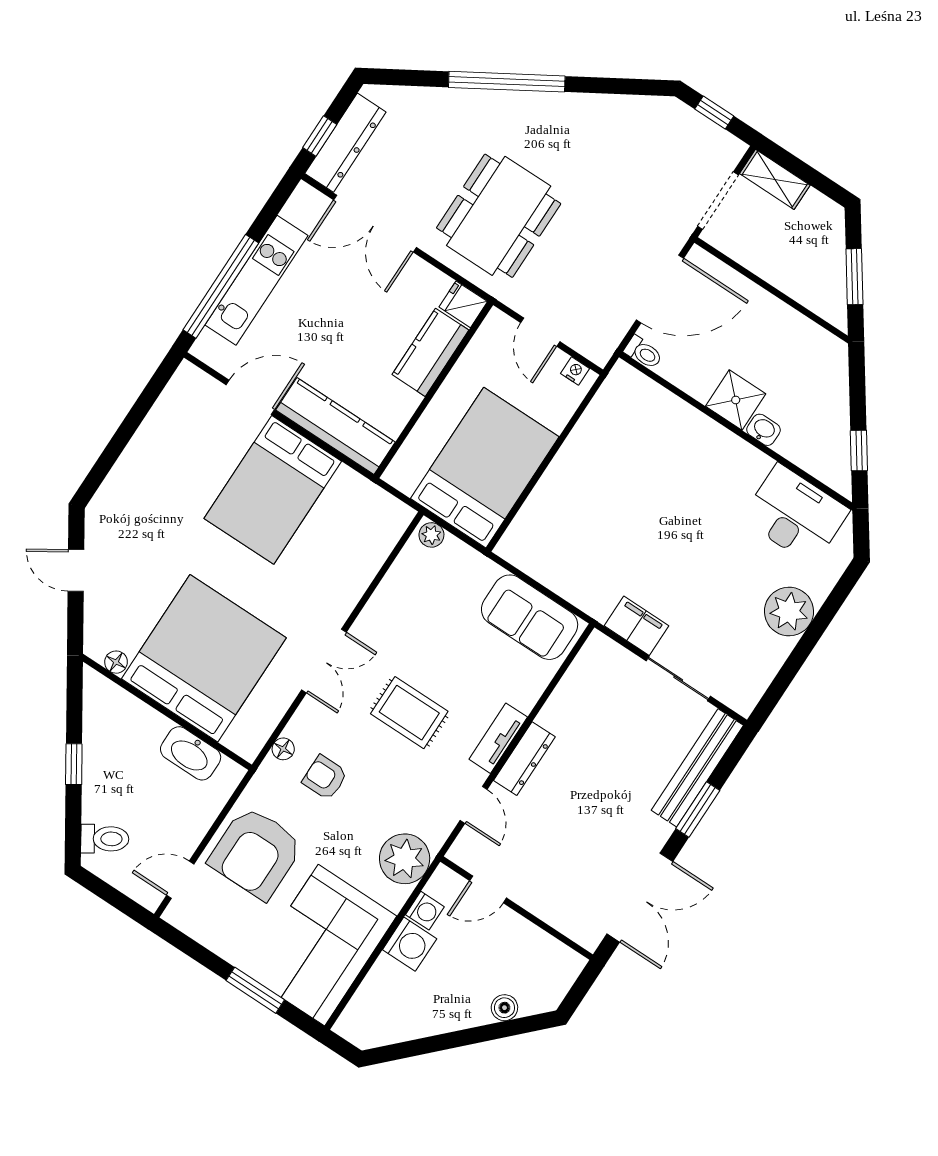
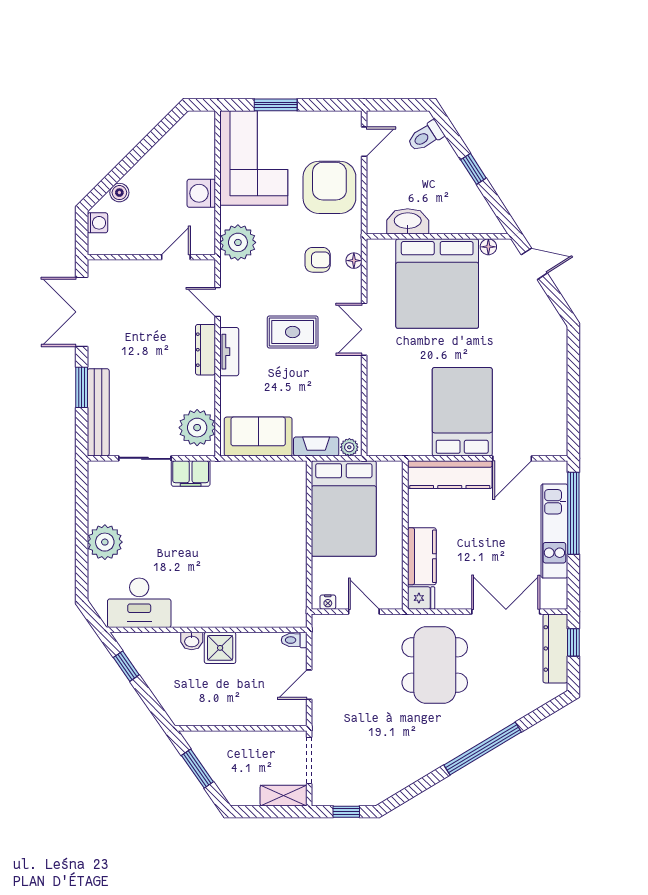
door: (660, 289) -> (309, 685), width x0.53
fireplace: (469, 561) -> (316, 446), added
door: (76, 570) -> (534, 264), moved
plant: (594, 674) -> (197, 428), added
washing machine: (425, 911) -> (97, 223), moved, turned 180

